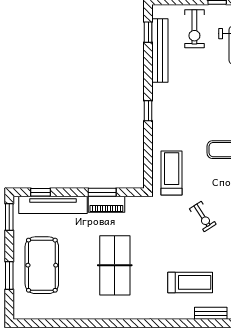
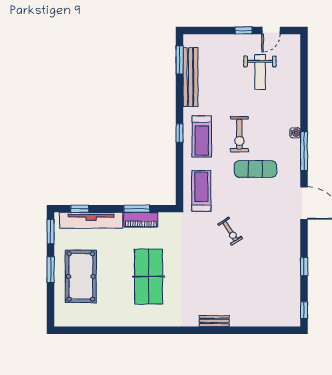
exercise bike: (194, 29) -> (239, 134), moved
window: (148, 32) -> (179, 60), width x1.50
window: (9, 276) -> (51, 269), moved
treadmill: (190, 282) -> (202, 136), moved, turned 90
bench: (211, 313) -> (214, 321), moved

